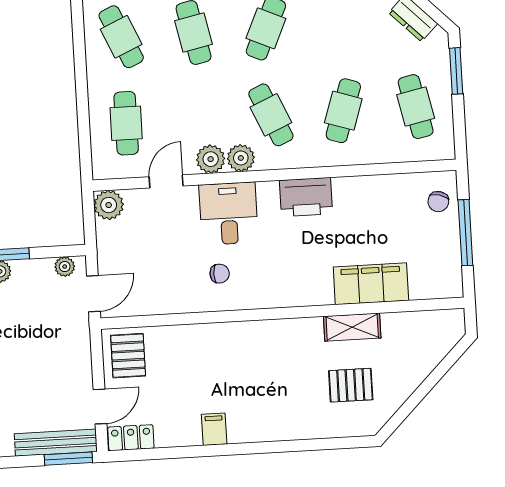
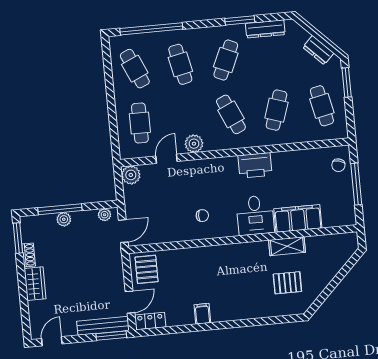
plant: (241, 158) -> (213, 142), removed
desk: (229, 214) -> (255, 215), moved, turned 180

